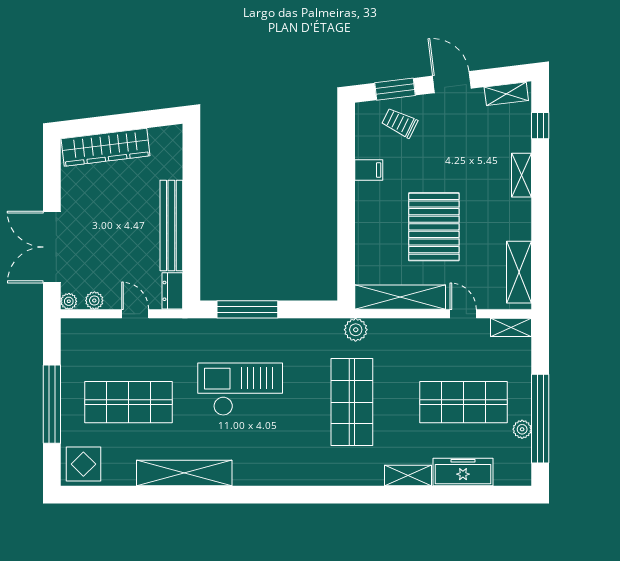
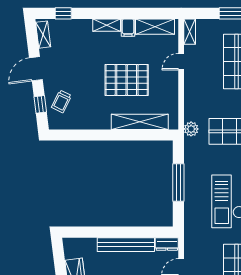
window: (395, 89) -> (40, 104), width x0.67
filing cabinet: (369, 170) -> (128, 28), moved, turned 180
shelving: (521, 175) -> (107, 25), moved
shelving: (400, 297) -> (140, 122), moved, turned 90
window: (247, 309) -> (178, 182), moved

